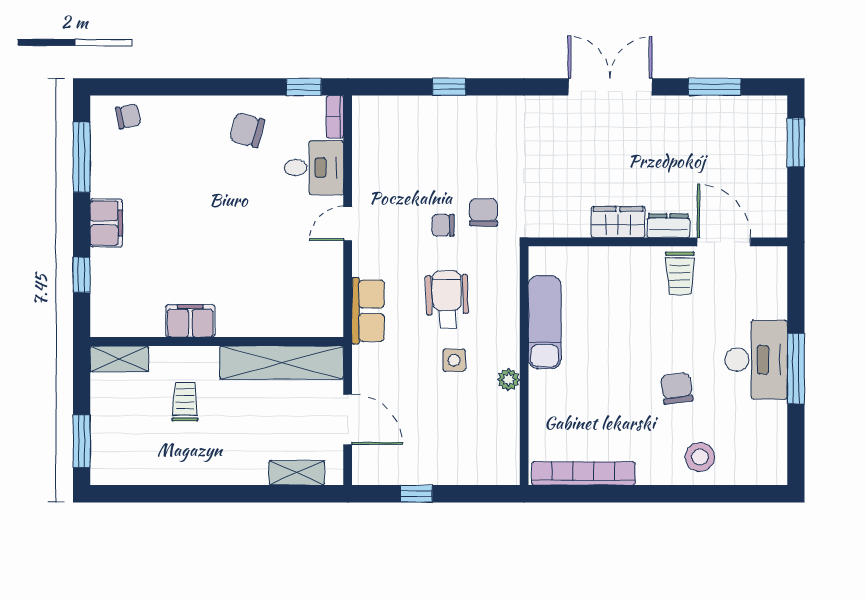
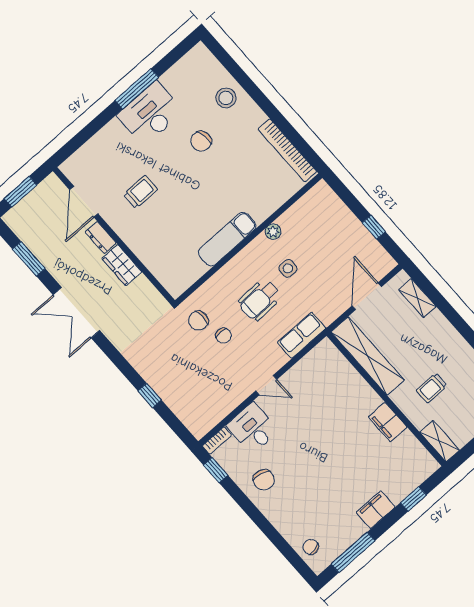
wardrobe: (618, 222) -> (122, 265), moved
dresser: (668, 226) -> (101, 238), moved
wall: (658, 242) -> (114, 236), moved
door: (724, 242) -> (84, 202), moved

